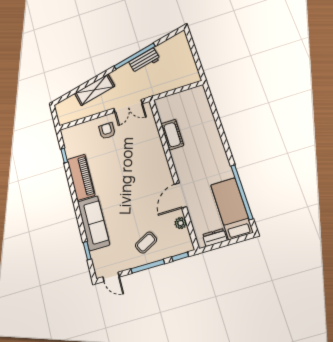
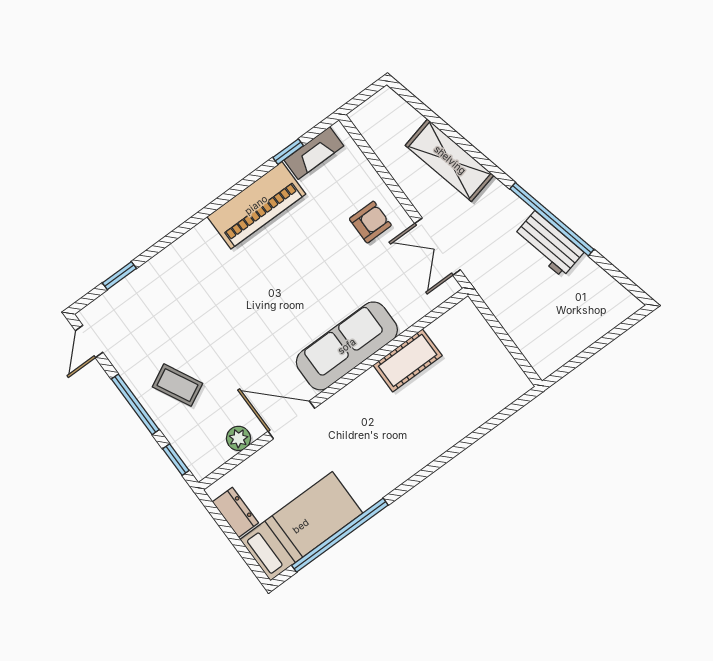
fireplace: (69, 145) -> (314, 153), added
sofa: (93, 223) -> (347, 346), moved, turned 180

